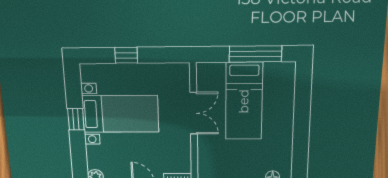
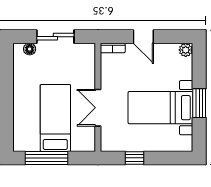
window: (126, 55) -> (134, 158), moved
window: (76, 119) -> (199, 103), width x1.50

